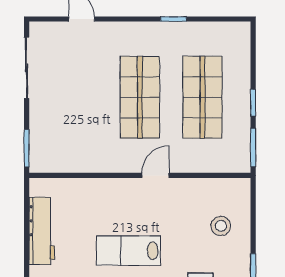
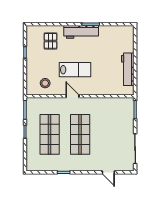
door: (156, 175) -> (72, 96), swing flipped
stool: (221, 226) -> (45, 83), moved
lab bench: (128, 251) -> (75, 70), moved

